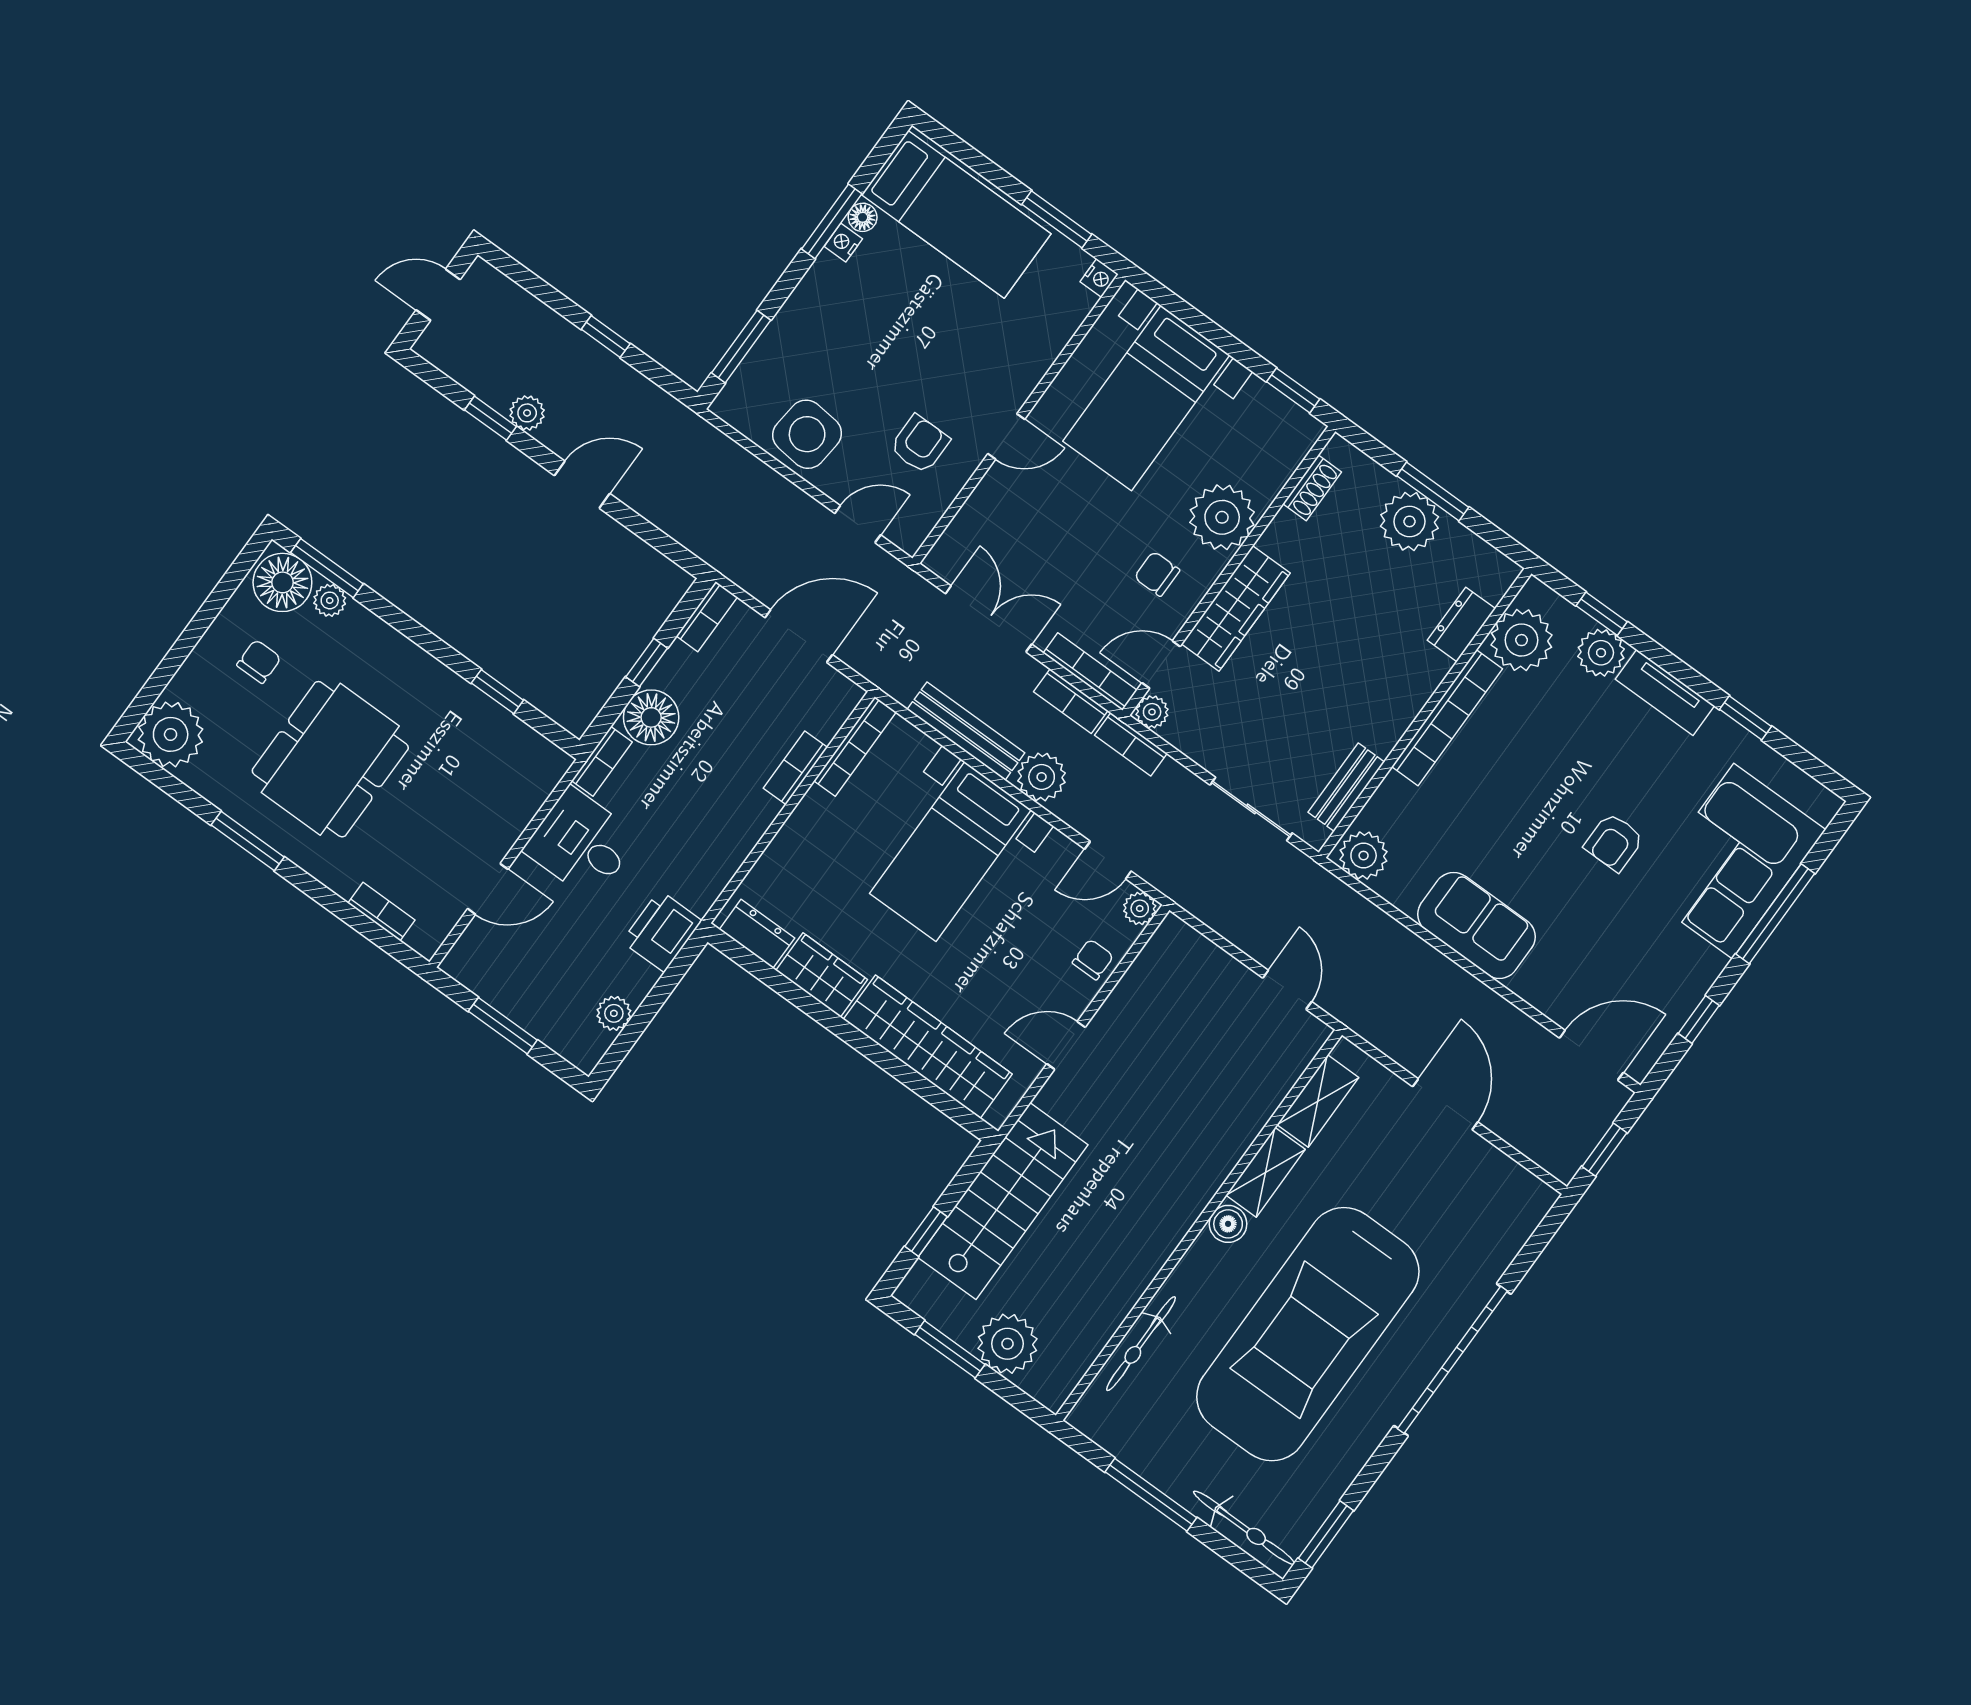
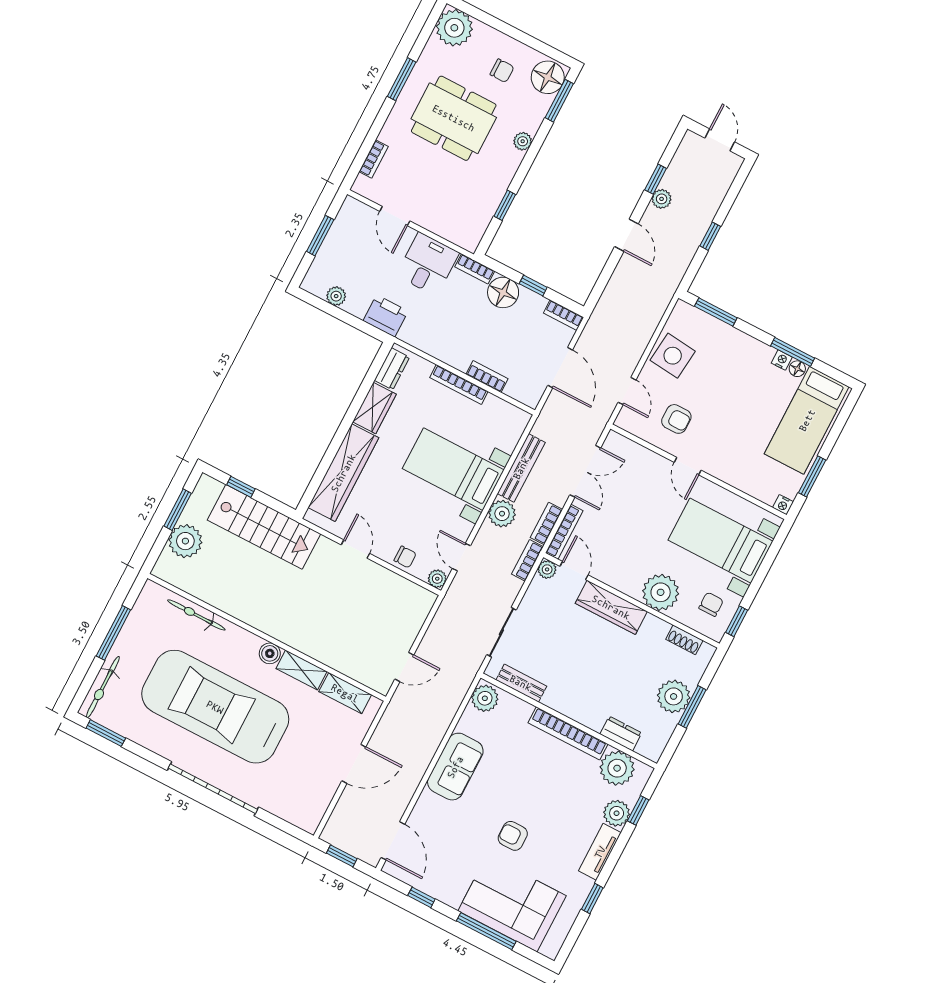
chair: (1157, 574) -> (711, 604), moved
plant: (330, 600) -> (523, 141), moved
bookcase: (855, 746) -> (459, 385), moved

